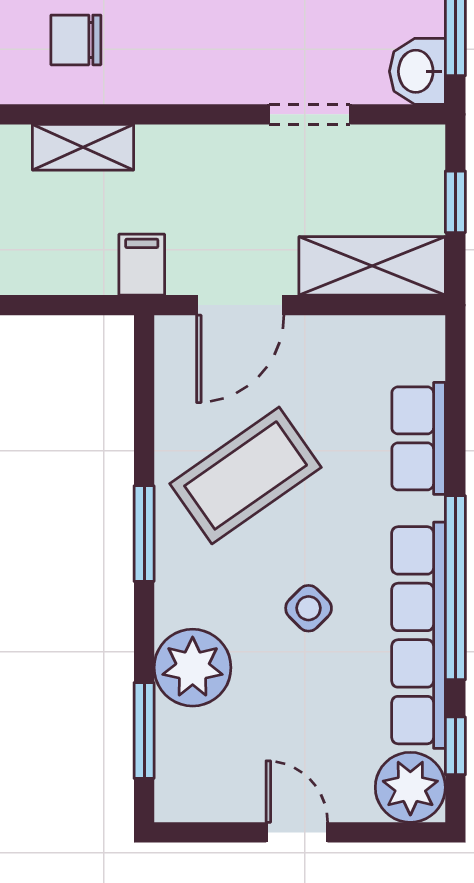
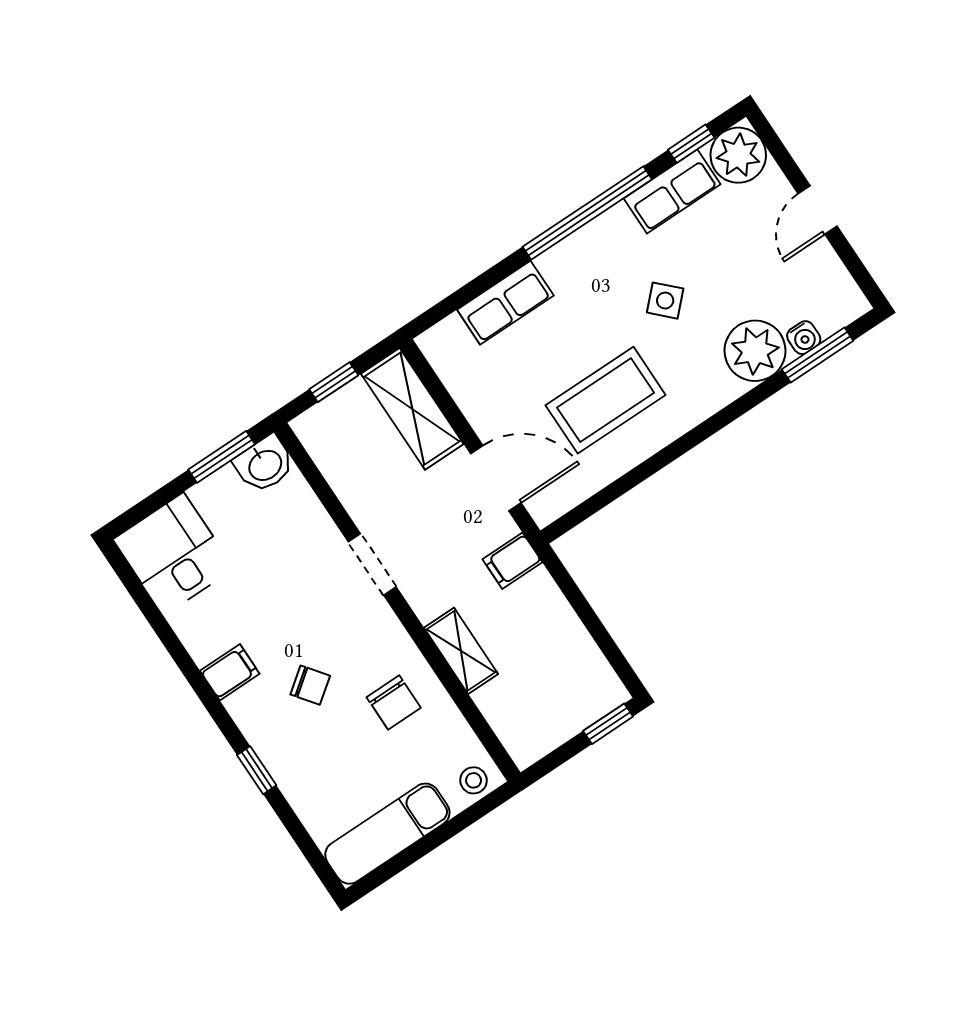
doorway: (310, 114) -> (372, 564), moved
coffee table: (246, 475) -> (606, 400), turned -55
window: (144, 534) -> (688, 441), removed
row of seats: (419, 635) -> (672, 191), width x0.50
water cooler: (172, 728) -> (804, 338), added

